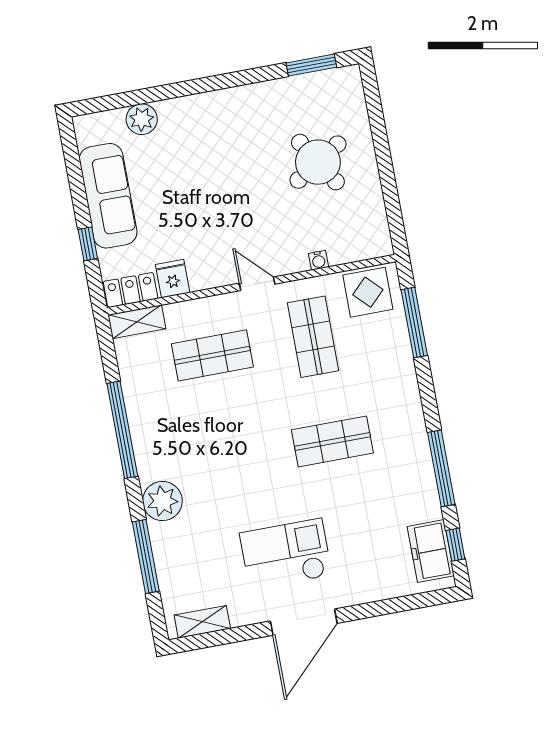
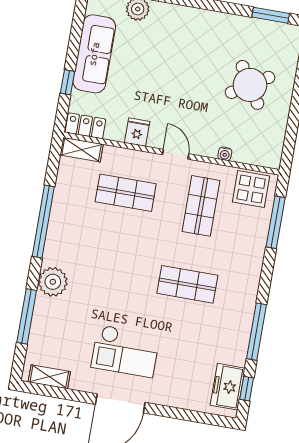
fridge: (173, 279) -> (137, 132), moved
checkout: (286, 554) -> (125, 351), turned 180

